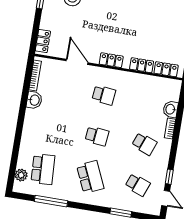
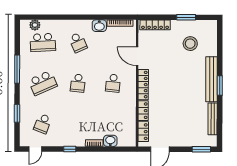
locker: (43, 41) -> (155, 25), width x1.53
locker: (111, 60) -> (143, 85), width x1.53
door: (77, 62) -> (137, 56), swing flipped
school desk: (144, 144) -> (78, 42), moved, turned -45
window: (169, 177) -> (70, 149), moved
window: (51, 201) -> (17, 69), moved

